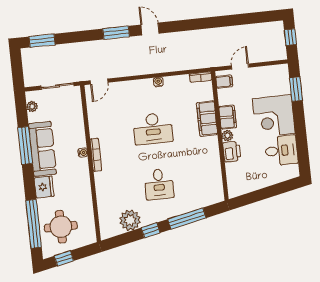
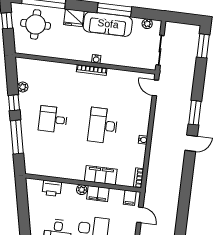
printer: (232, 152) -> (52, 188), moved
plant: (130, 220) -> (23, 87), width x0.53, depth x0.53

